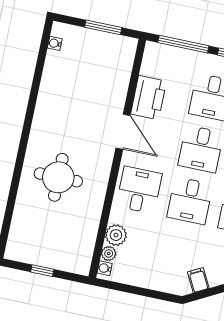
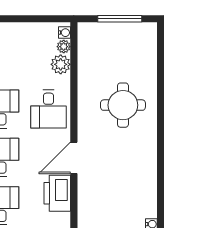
door: (123, 132) -> (74, 158), hinge flipped
window: (42, 271) -> (120, 19), width x2.17

